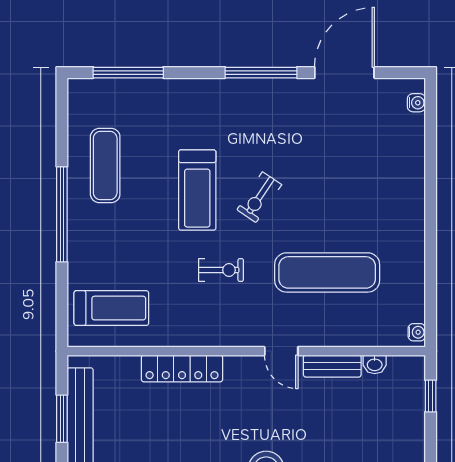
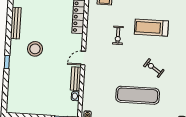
exercise bike: (259, 197) -> (154, 68), moved
exercise mat: (327, 272) -> (138, 95), moved, turned 90

